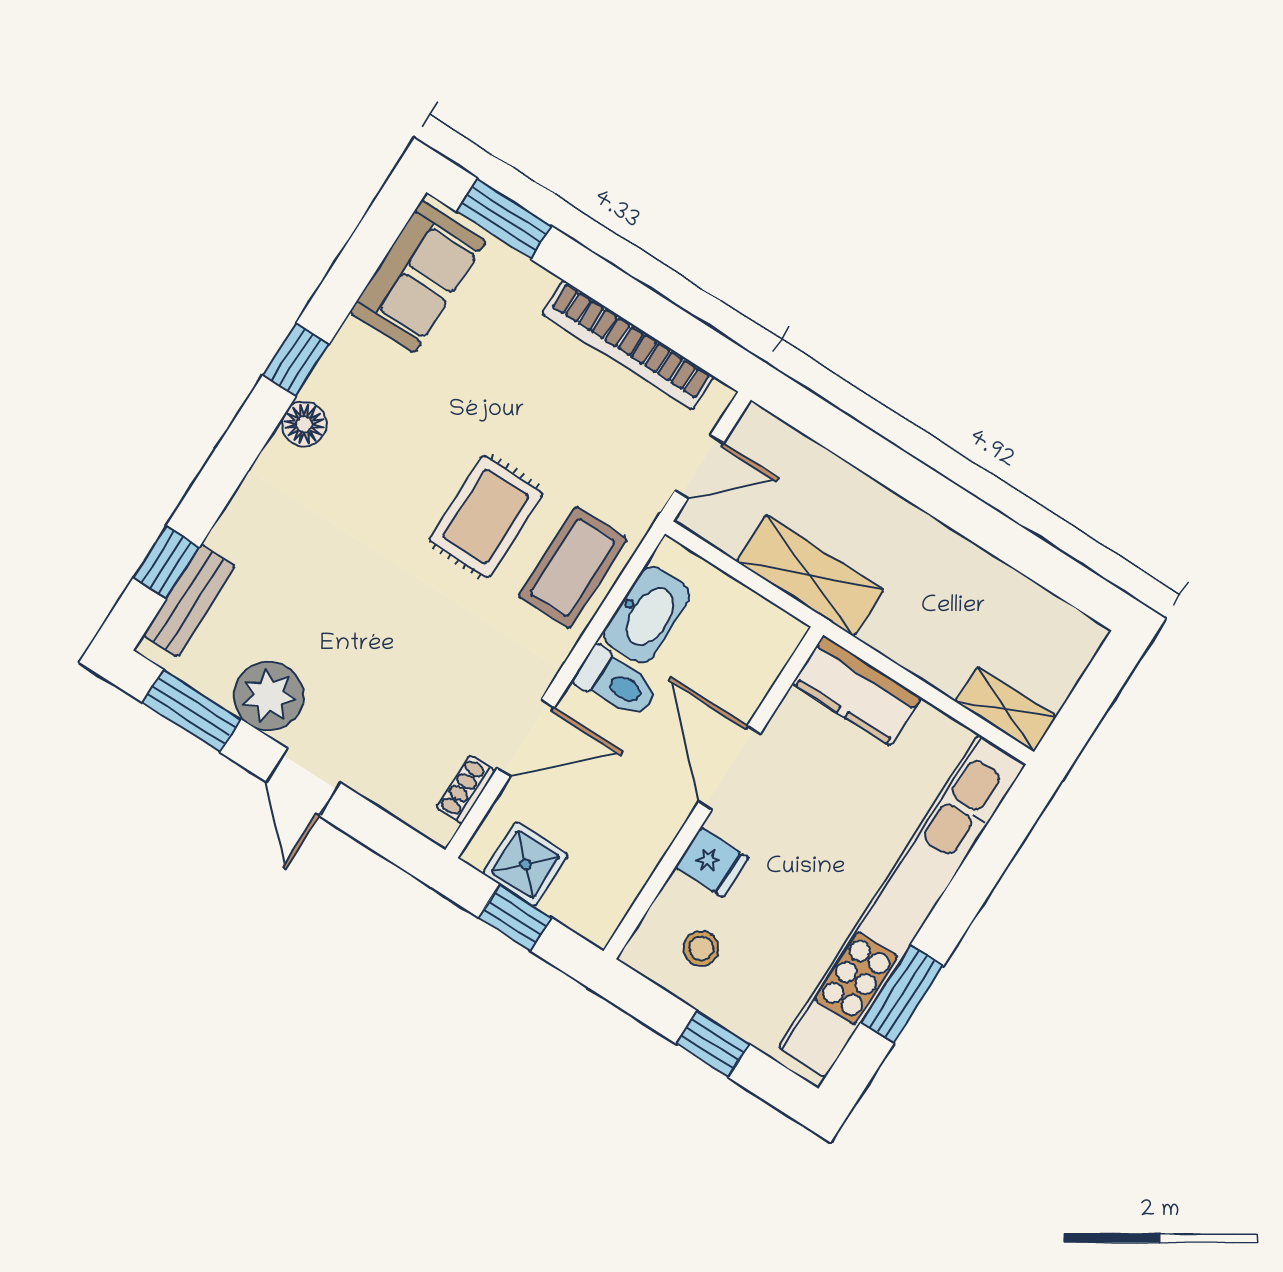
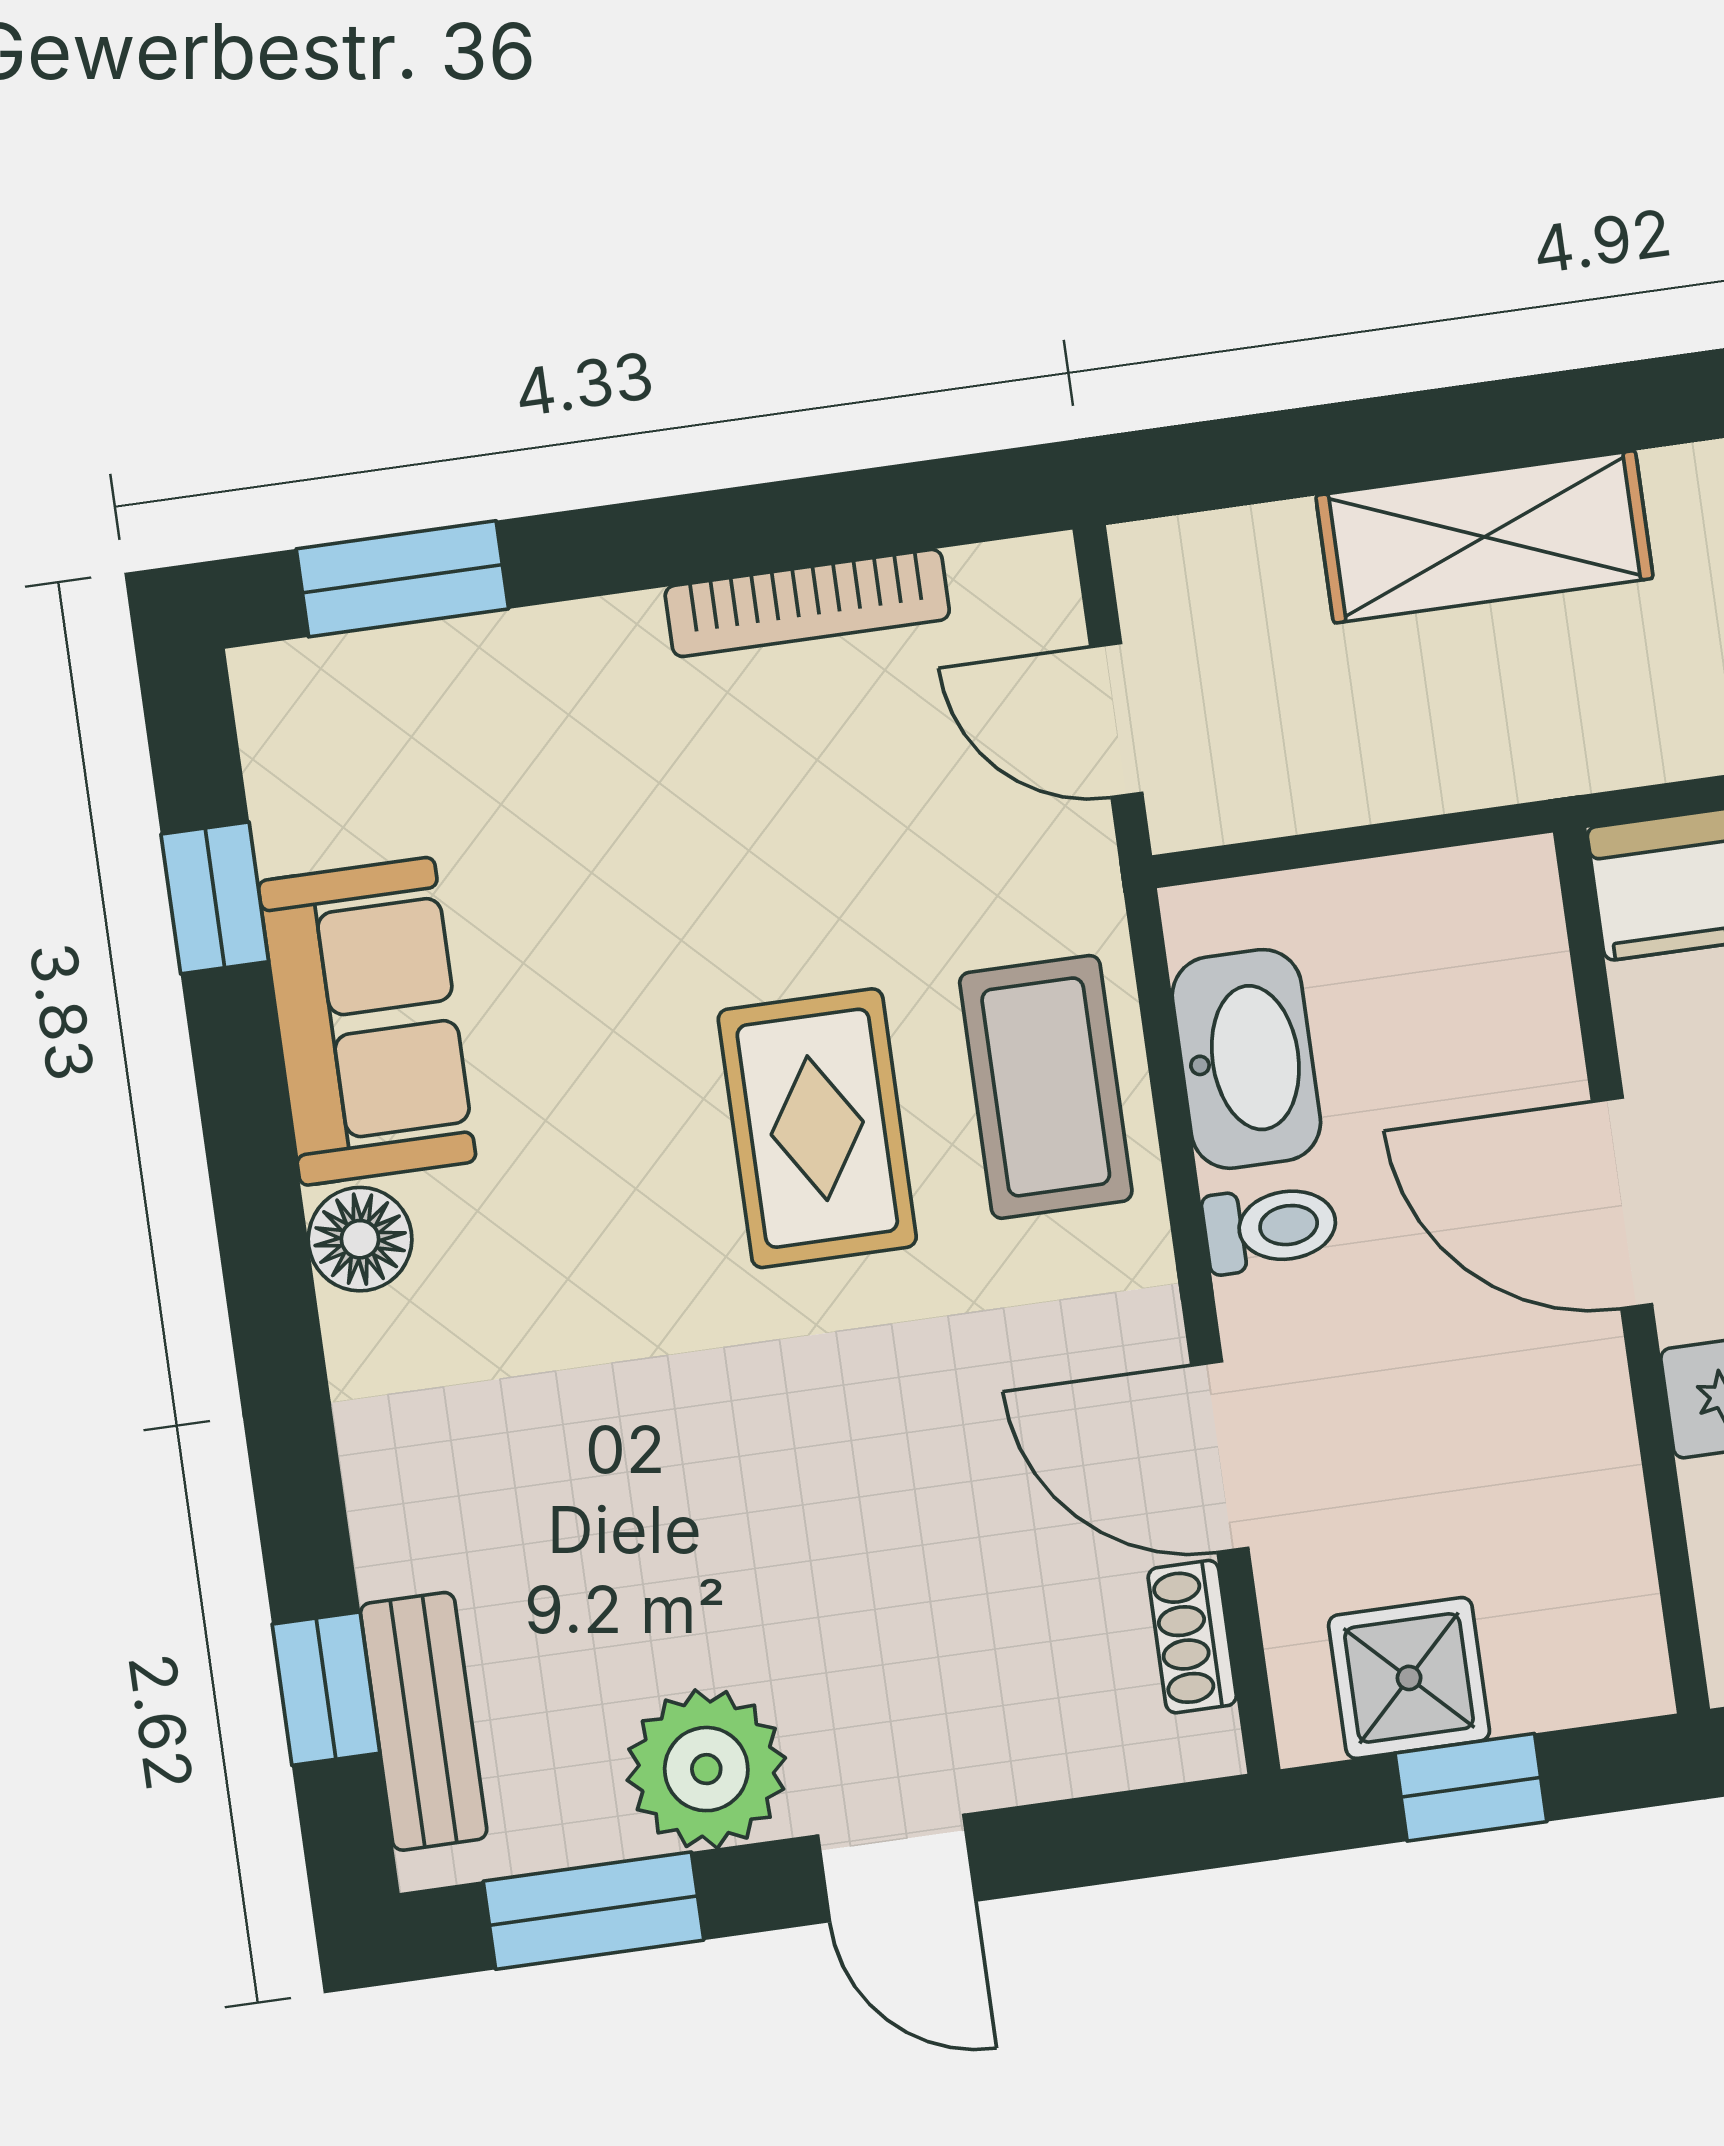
sofa: (418, 277) -> (367, 1021), moved
bookcase: (628, 345) -> (807, 603), width x0.68, depth x0.76
window: (296, 360) -> (215, 898), moved
door: (699, 467) -> (1116, 720), swing flipped
shelving: (810, 576) -> (1484, 537), moved
toilet: (616, 683) -> (1270, 1228), width x0.73, depth x0.72
door: (526, 738) -> (1220, 1457), swing flipped

